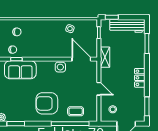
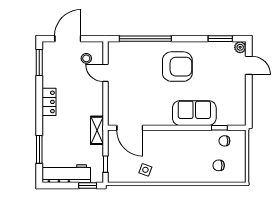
side table: (60, 67) -> (159, 117), removed
sofa: (20, 70) -> (194, 113), moved
door: (99, 89) -> (105, 73), moved
coffee table: (76, 111) -> (138, 56), removed

